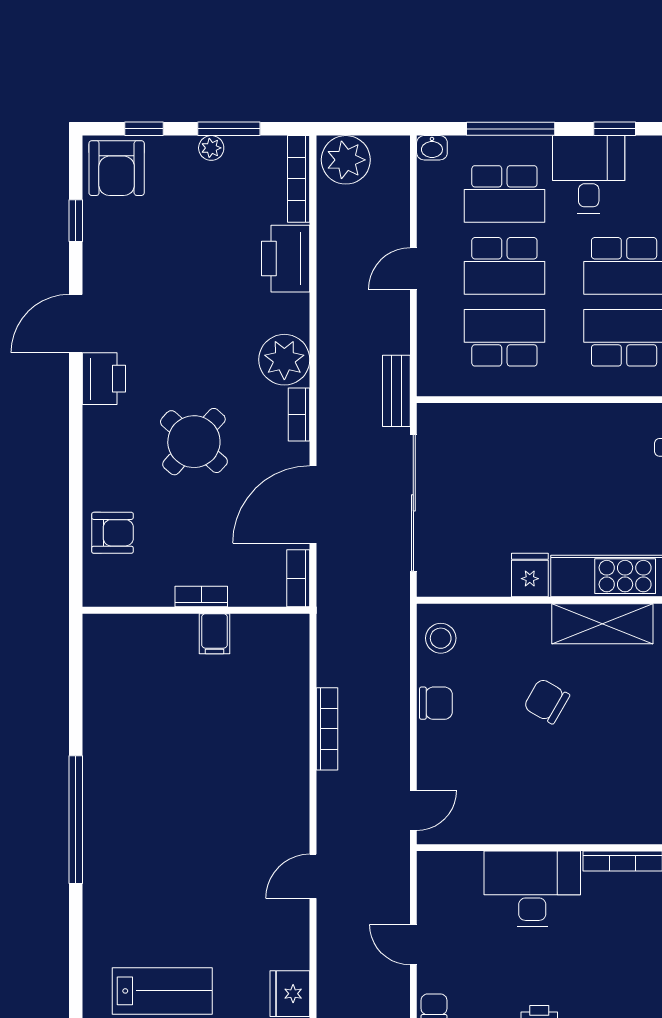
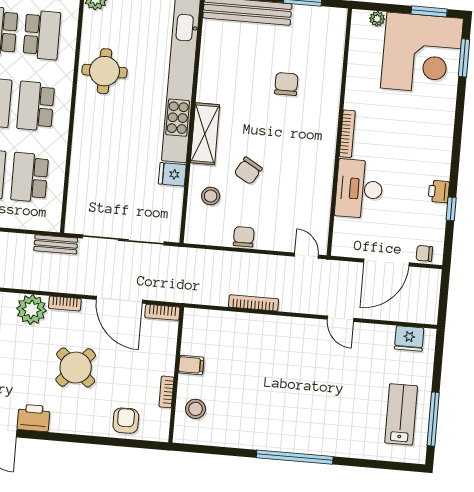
bookcase: (201, 596) -> (166, 392), moved
stool: (441, 638) -> (211, 196), moved
stool: (142, 647) -> (196, 409), added
door: (413, 945) -> (386, 263), width x1.87

